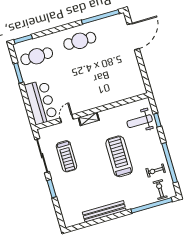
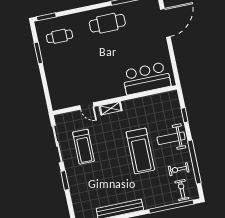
cafe table: (37, 56) -> (60, 36), width x0.73, depth x0.74
bar counter: (41, 102) -> (146, 78), moved, turned -90
door: (67, 119) -> (87, 106), swing flipped
weight bench: (140, 121) -> (171, 138), moved
treadmill: (119, 156) -> (140, 151), turned 180

